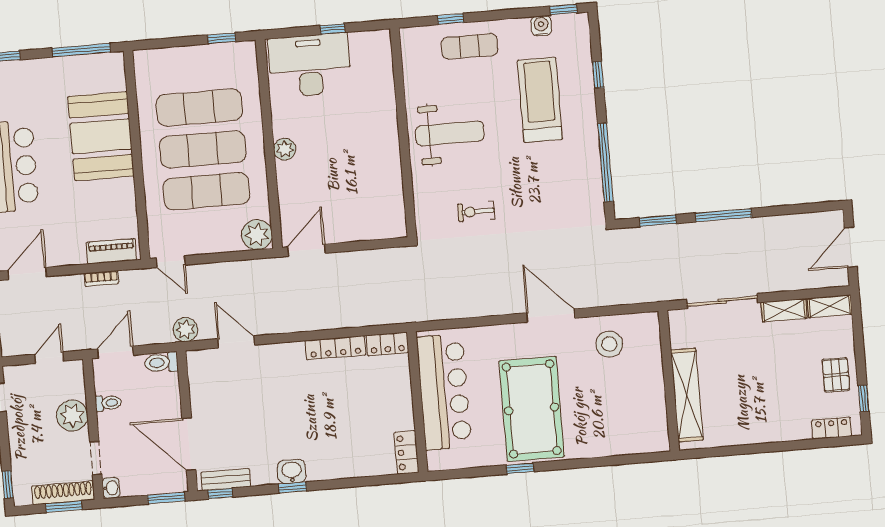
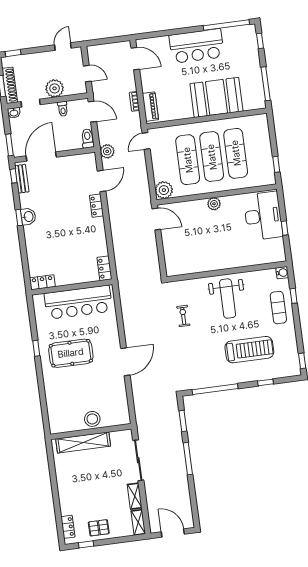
water cooler: (541, 26) -> (282, 273), moved
stool: (609, 344) -> (92, 419), moved
locker: (335, 348) -> (96, 206), moved, width x0.66
pool table: (532, 409) -> (71, 353), width x0.73, depth x0.76

